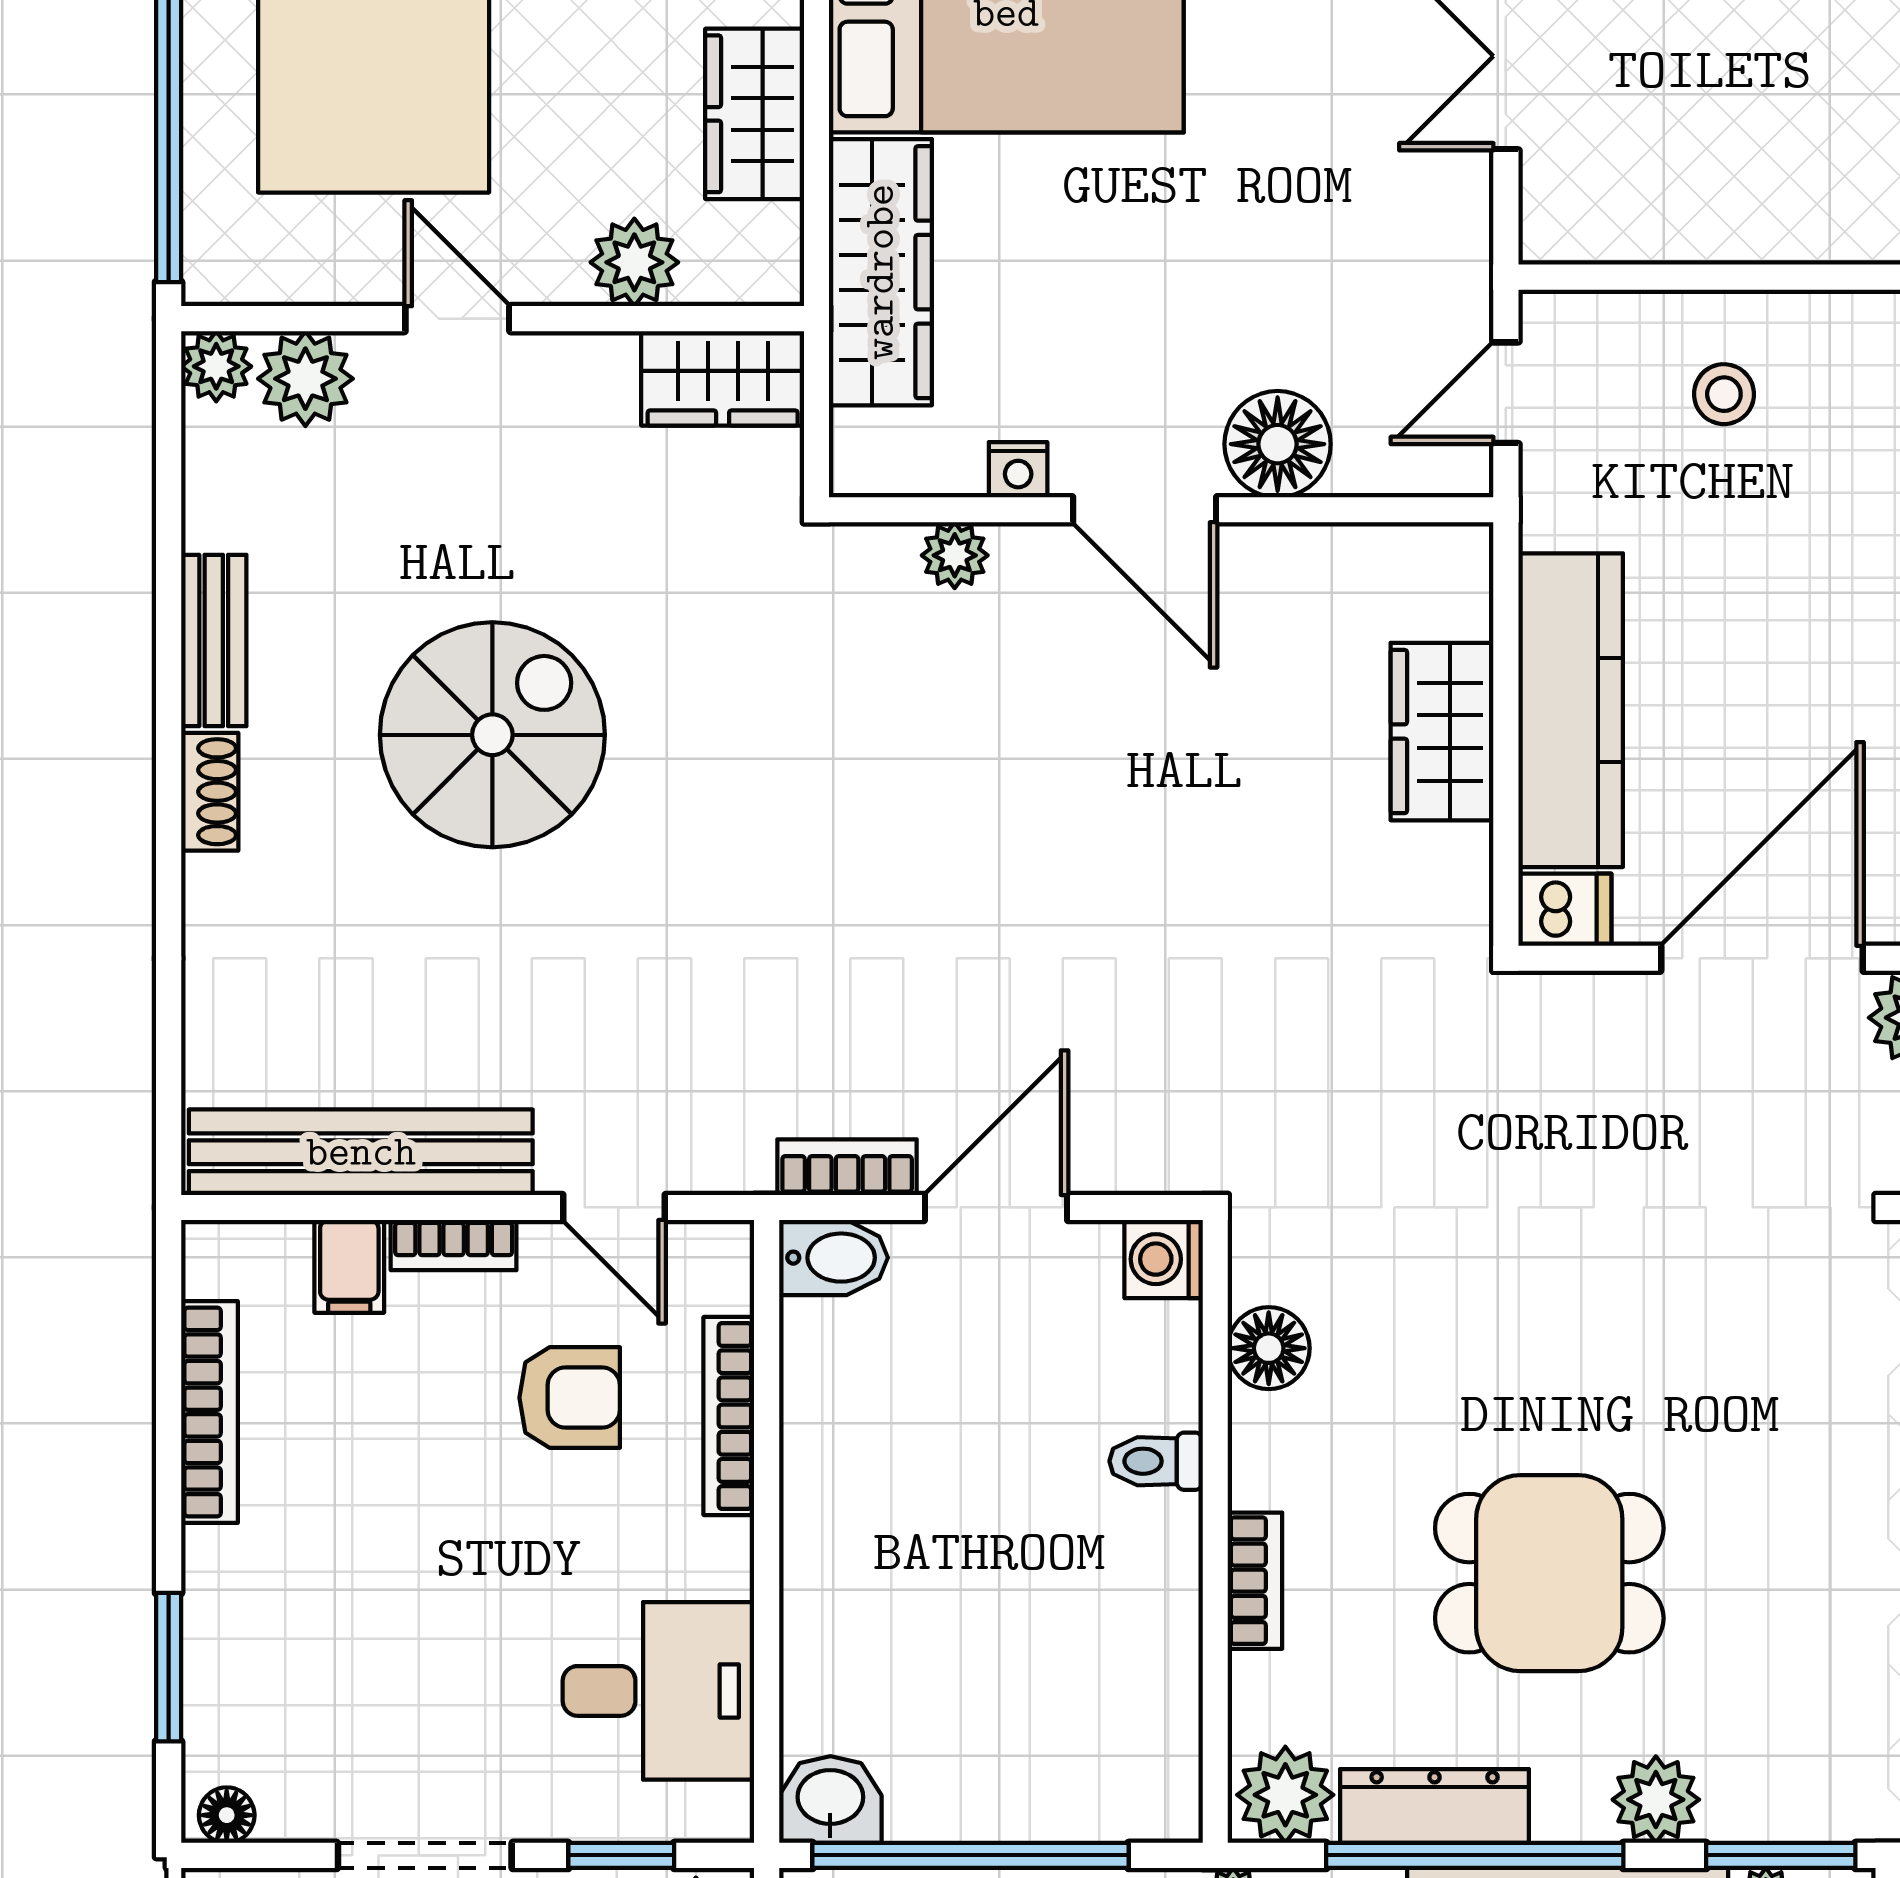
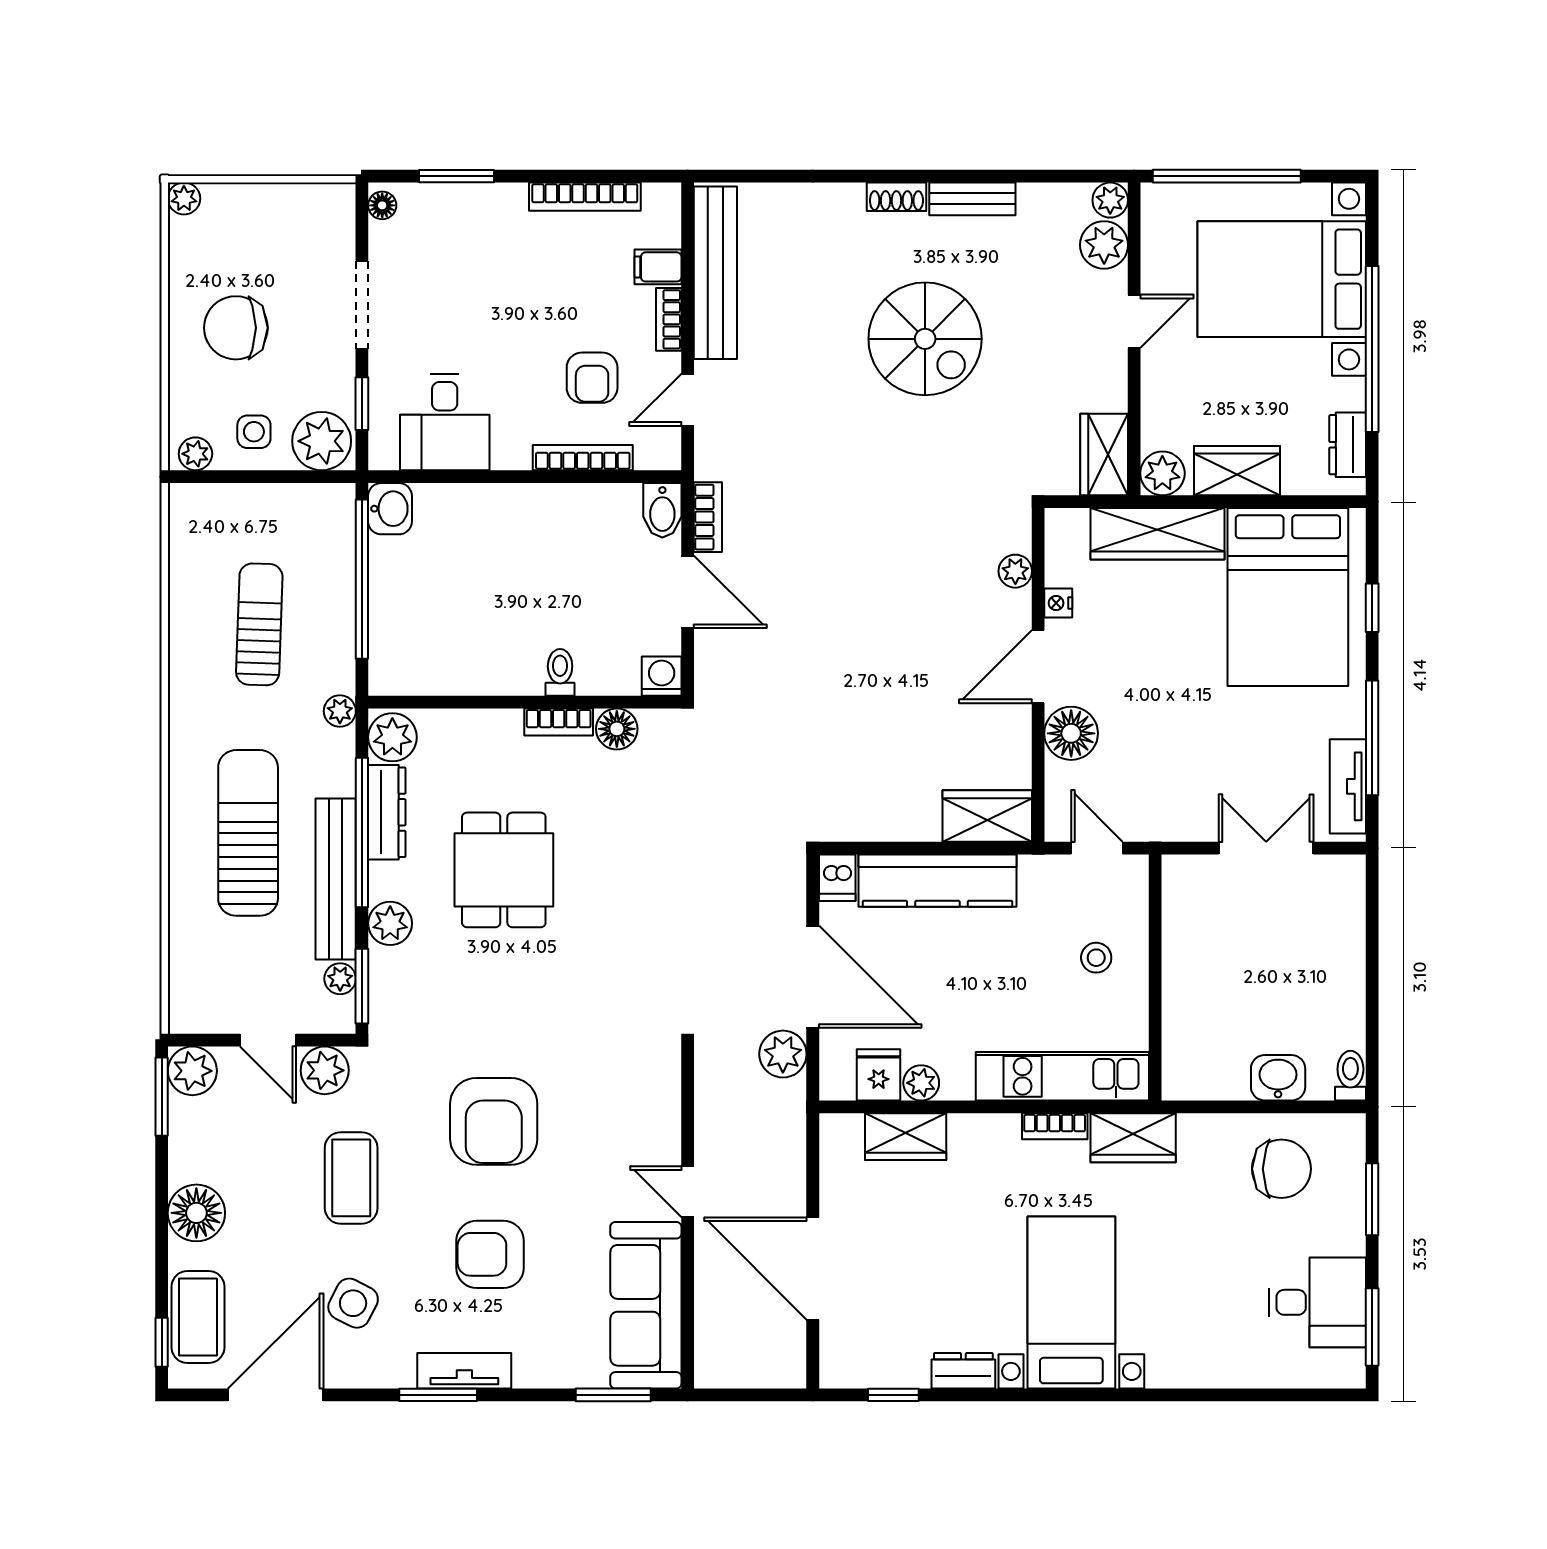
plant: (634, 262) -> (1162, 473), moved
wardrobe: (1442, 732) -> (987, 816), moved
bookcase: (1255, 1581) -> (559, 722), moved

